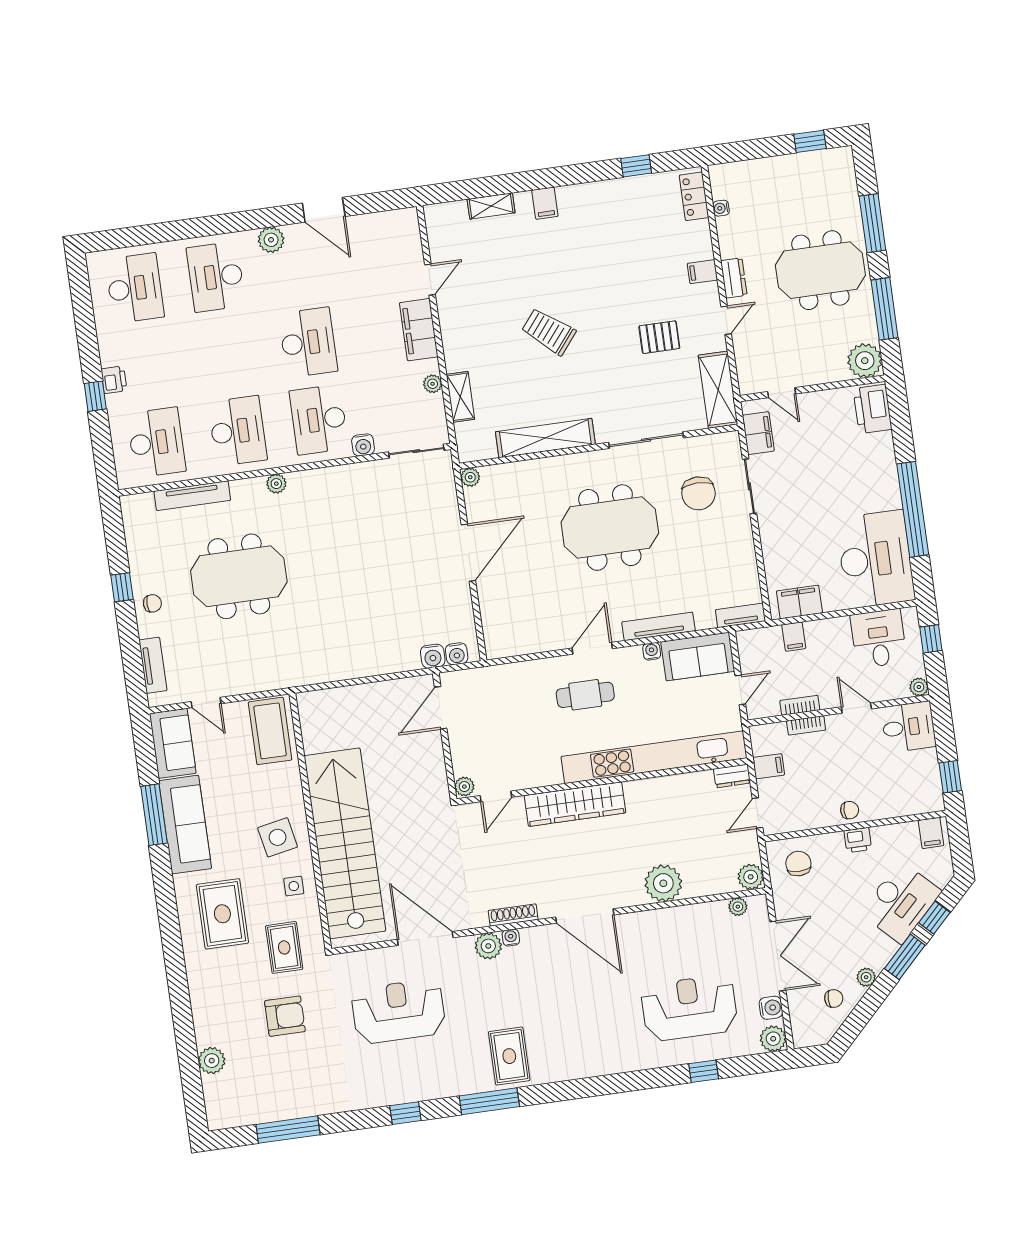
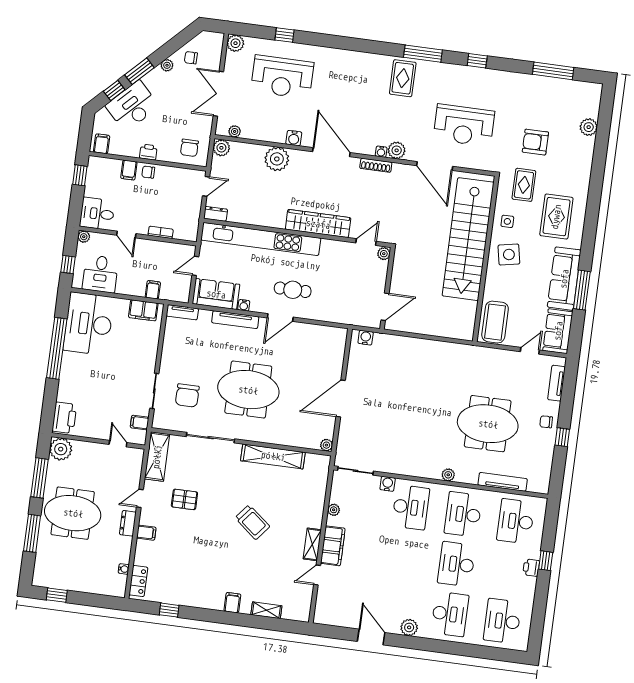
desk: (308, 342) -> (456, 564), moved
shelving: (460, 397) -> (312, 544), moved
filing cabinet: (758, 433) -> (140, 422), width x0.50
chair: (698, 493) -> (187, 395), turned 180
water cooler: (433, 656) -> (381, 340), removed
door: (206, 703) -> (530, 351), hinge flipped
bookcase: (800, 705) -> (161, 246), removed
filing cabinet: (769, 766) -> (129, 170), moved, turned -90
water cooler: (771, 1008) -> (294, 138), moved, turned -90

